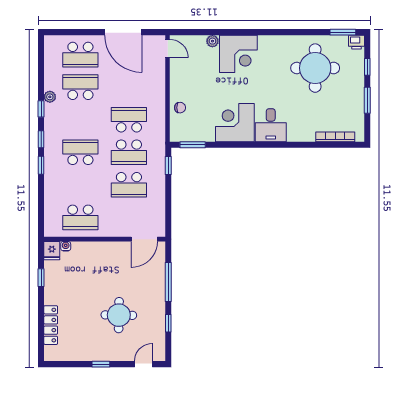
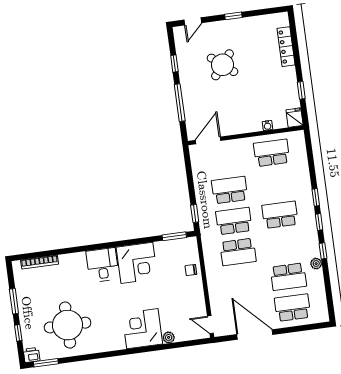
school desk: (80, 152) -> (280, 215), turned 180
water cooler: (66, 246) -> (267, 125), moved
round table: (119, 315) -> (223, 65), turned 38

